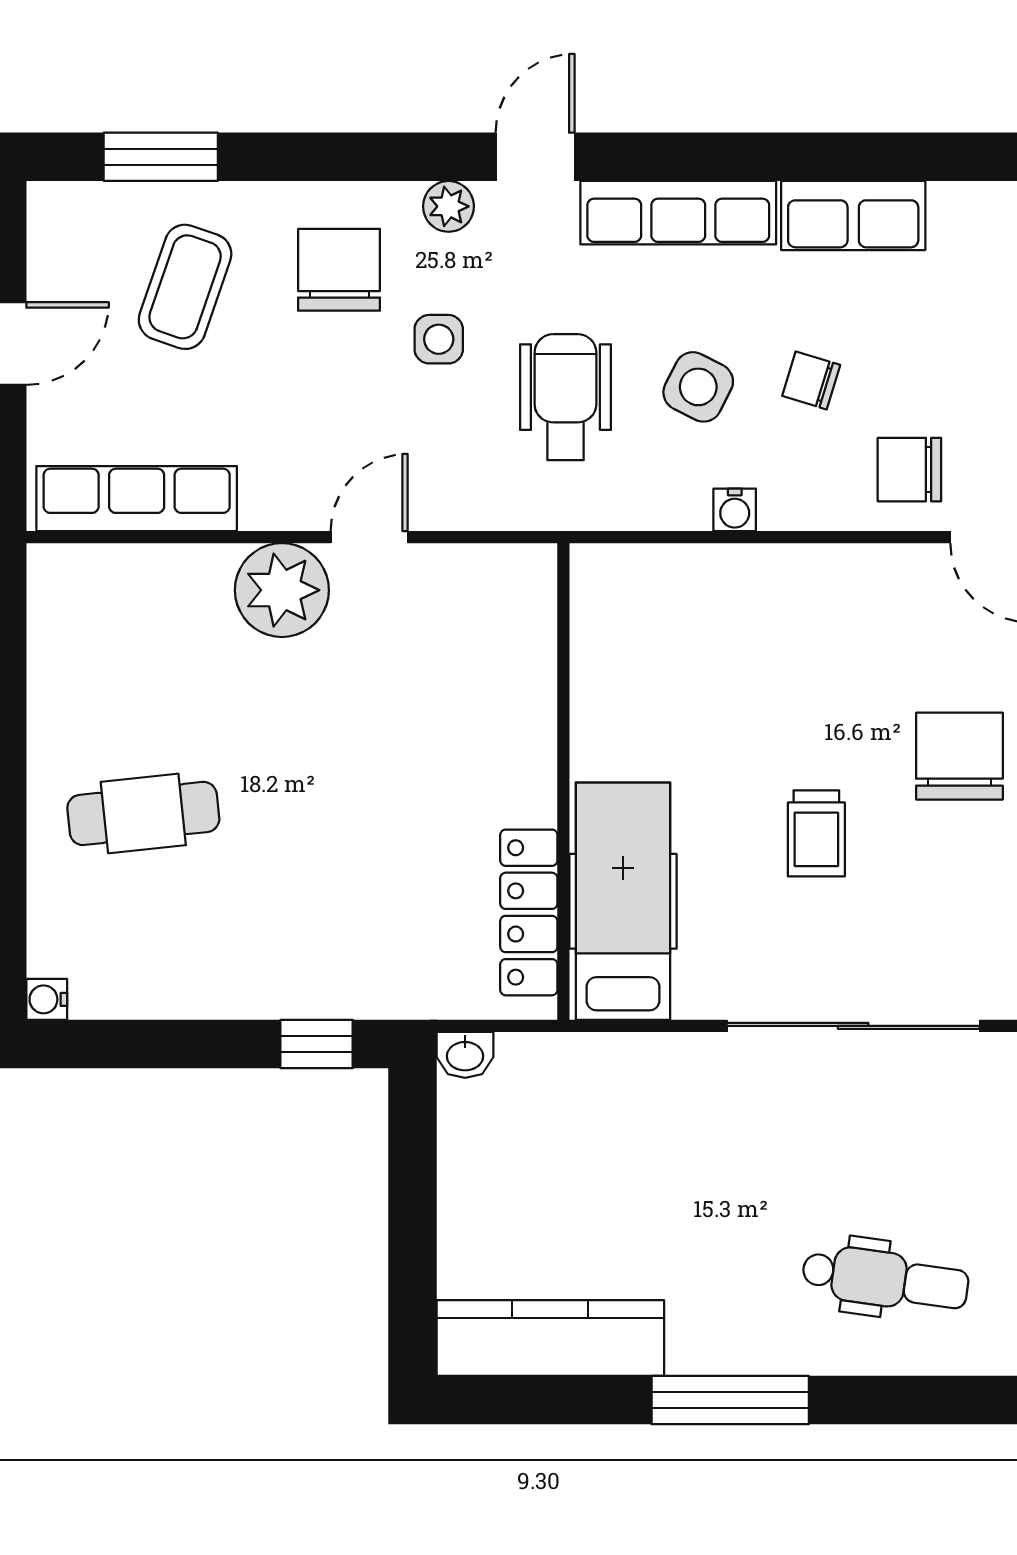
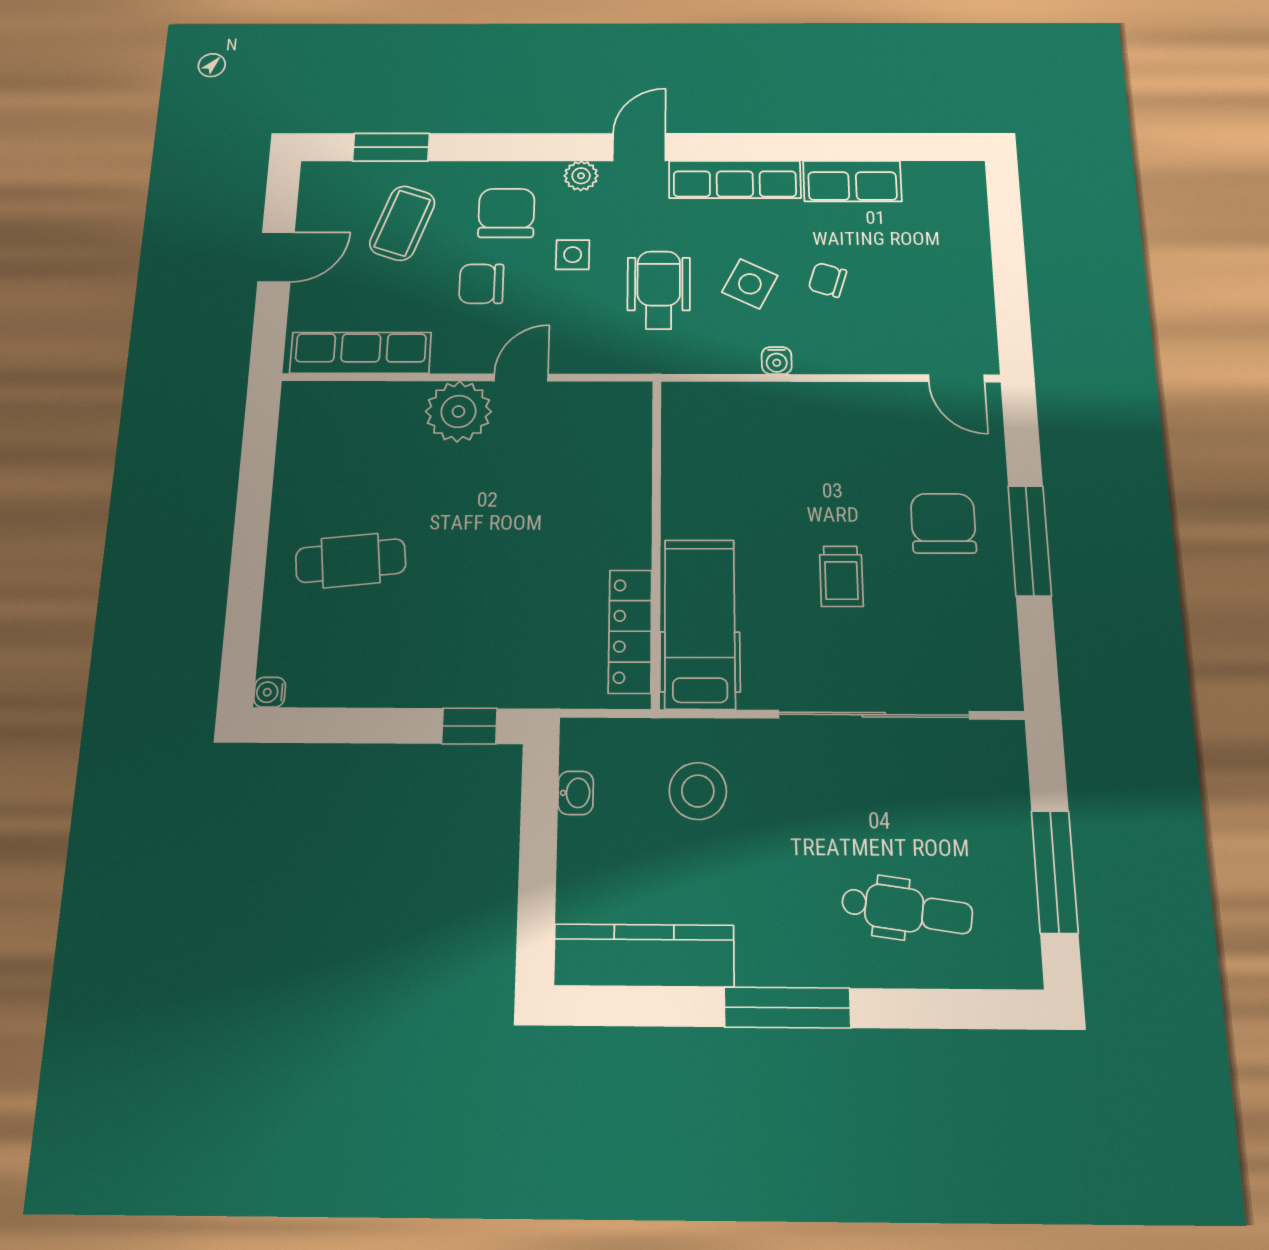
chair: (909, 470) -> (481, 284), moved
washbasin: (465, 1055) -> (576, 793), moved, turned -90
stool: (620, 1129) -> (698, 791), added

